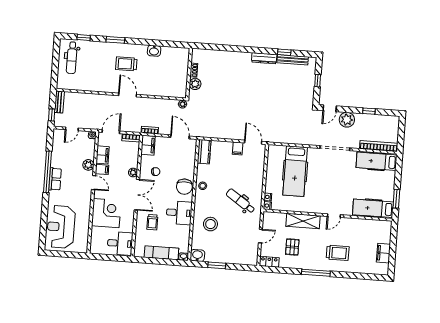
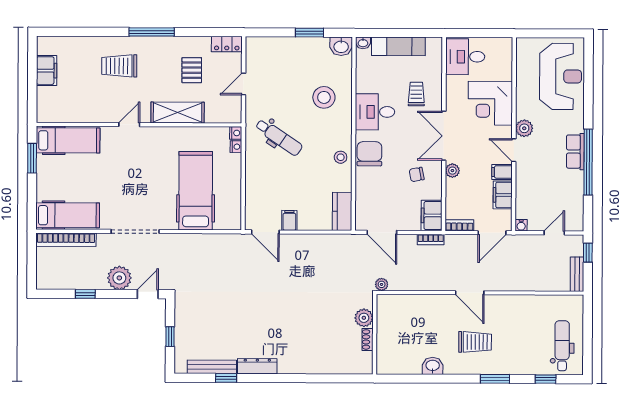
plant: (88, 165) -> (524, 128), moved

